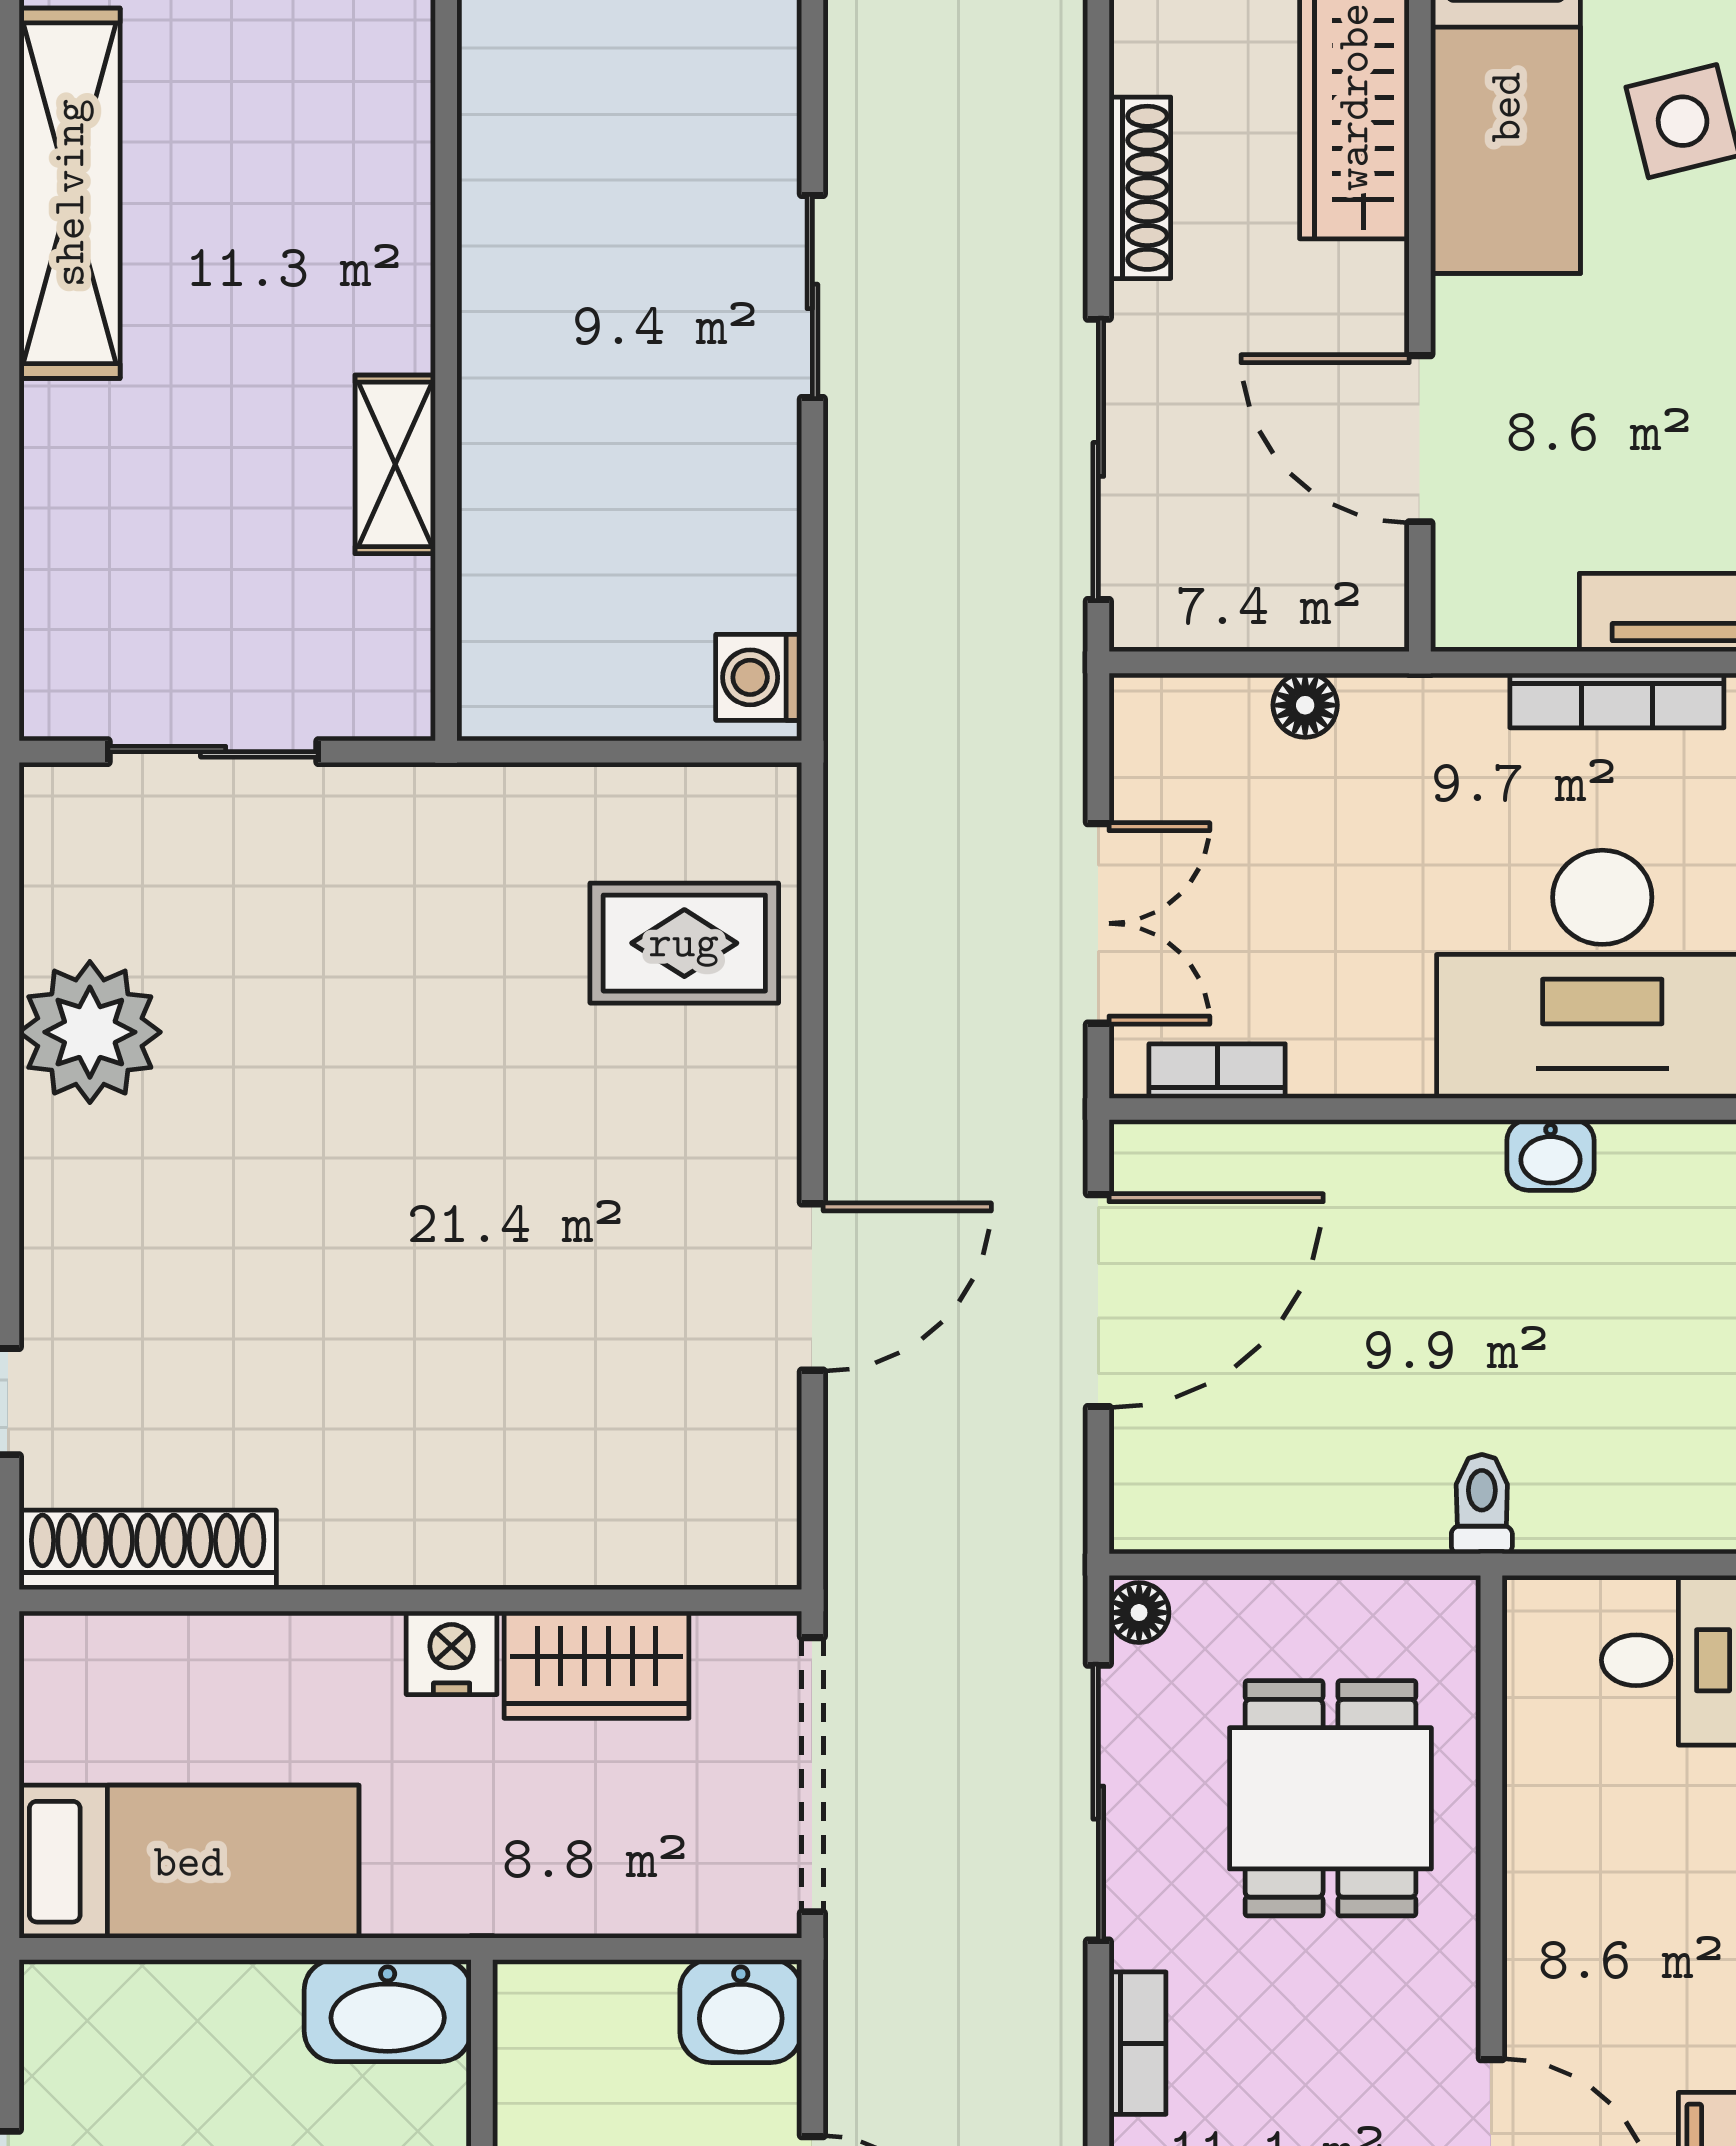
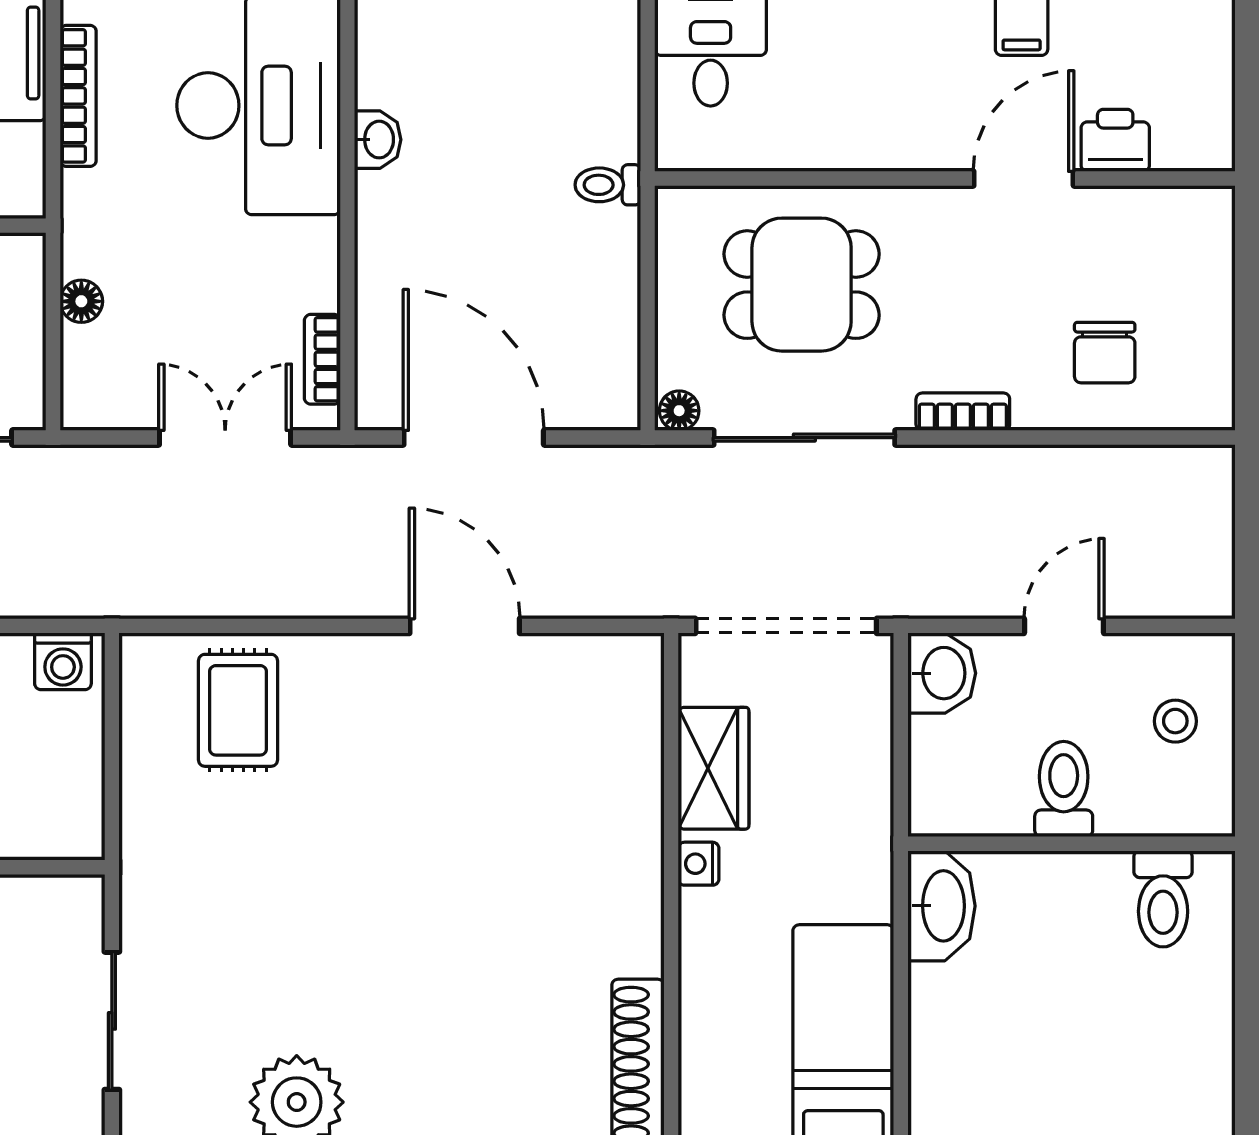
nightstand: (452, 1653) -> (699, 864), width x0.72, depth x0.74

